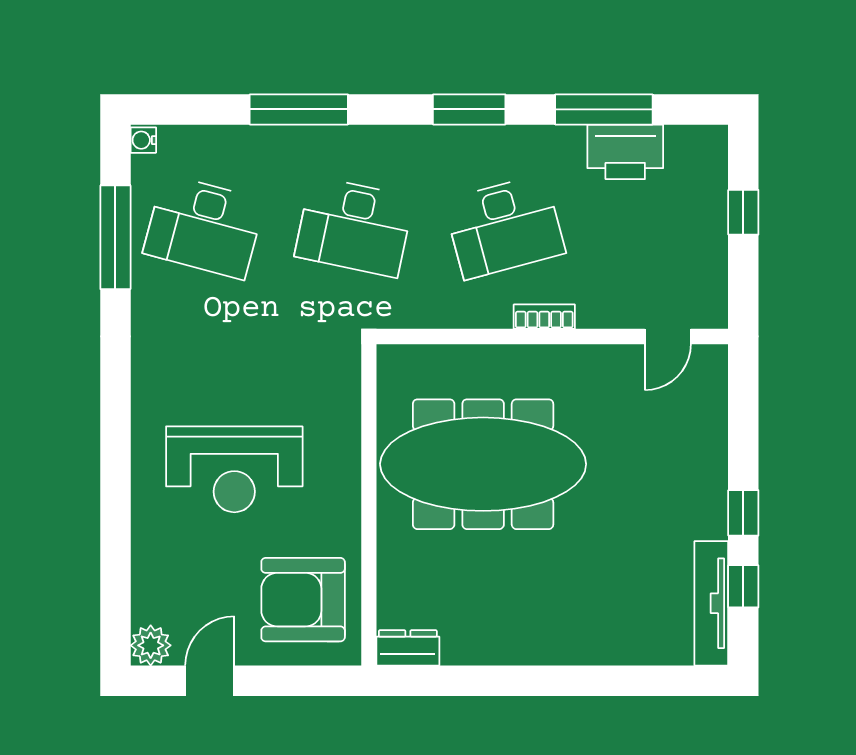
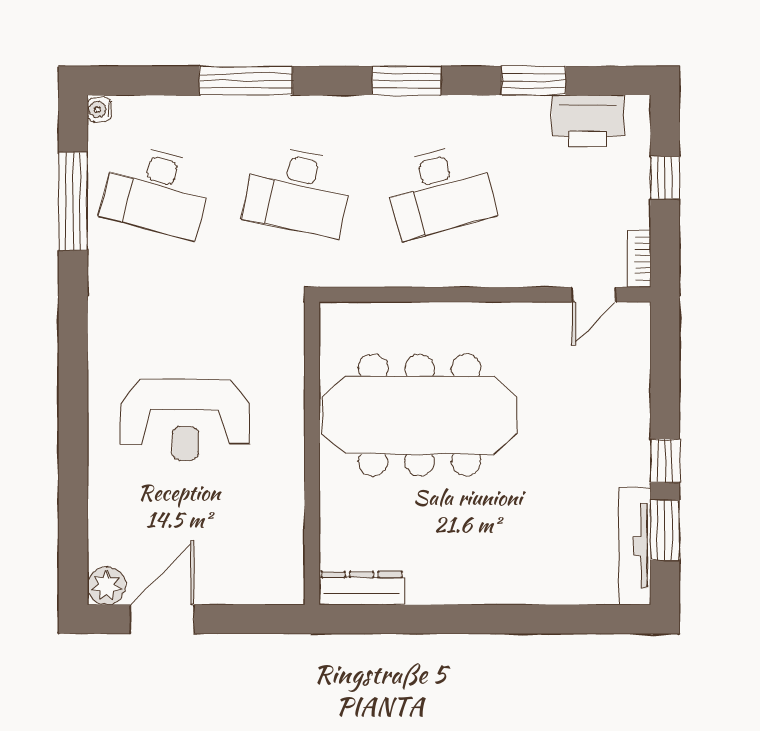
window: (604, 109) -> (534, 81), width x0.69
printer: (625, 152) -> (588, 121), moved
bookcase: (544, 317) -> (639, 259), moved, turned -90
window: (743, 586) -> (665, 530), width x1.50
armchair: (303, 600) -> (250, 543), removed
dresser: (408, 648) -> (362, 588), width x1.44
door: (210, 681) -> (162, 619), width x1.38

